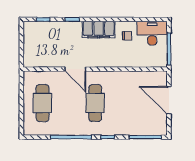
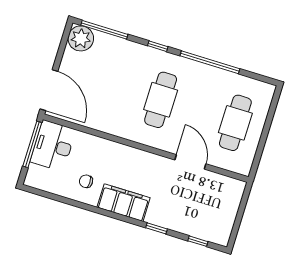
desk: (152, 33) -> (53, 146), moved, turned 90
door: (75, 69) -> (190, 162), moved
door: (169, 100) -> (49, 90), moved
plant: (159, 127) -> (81, 38), added

